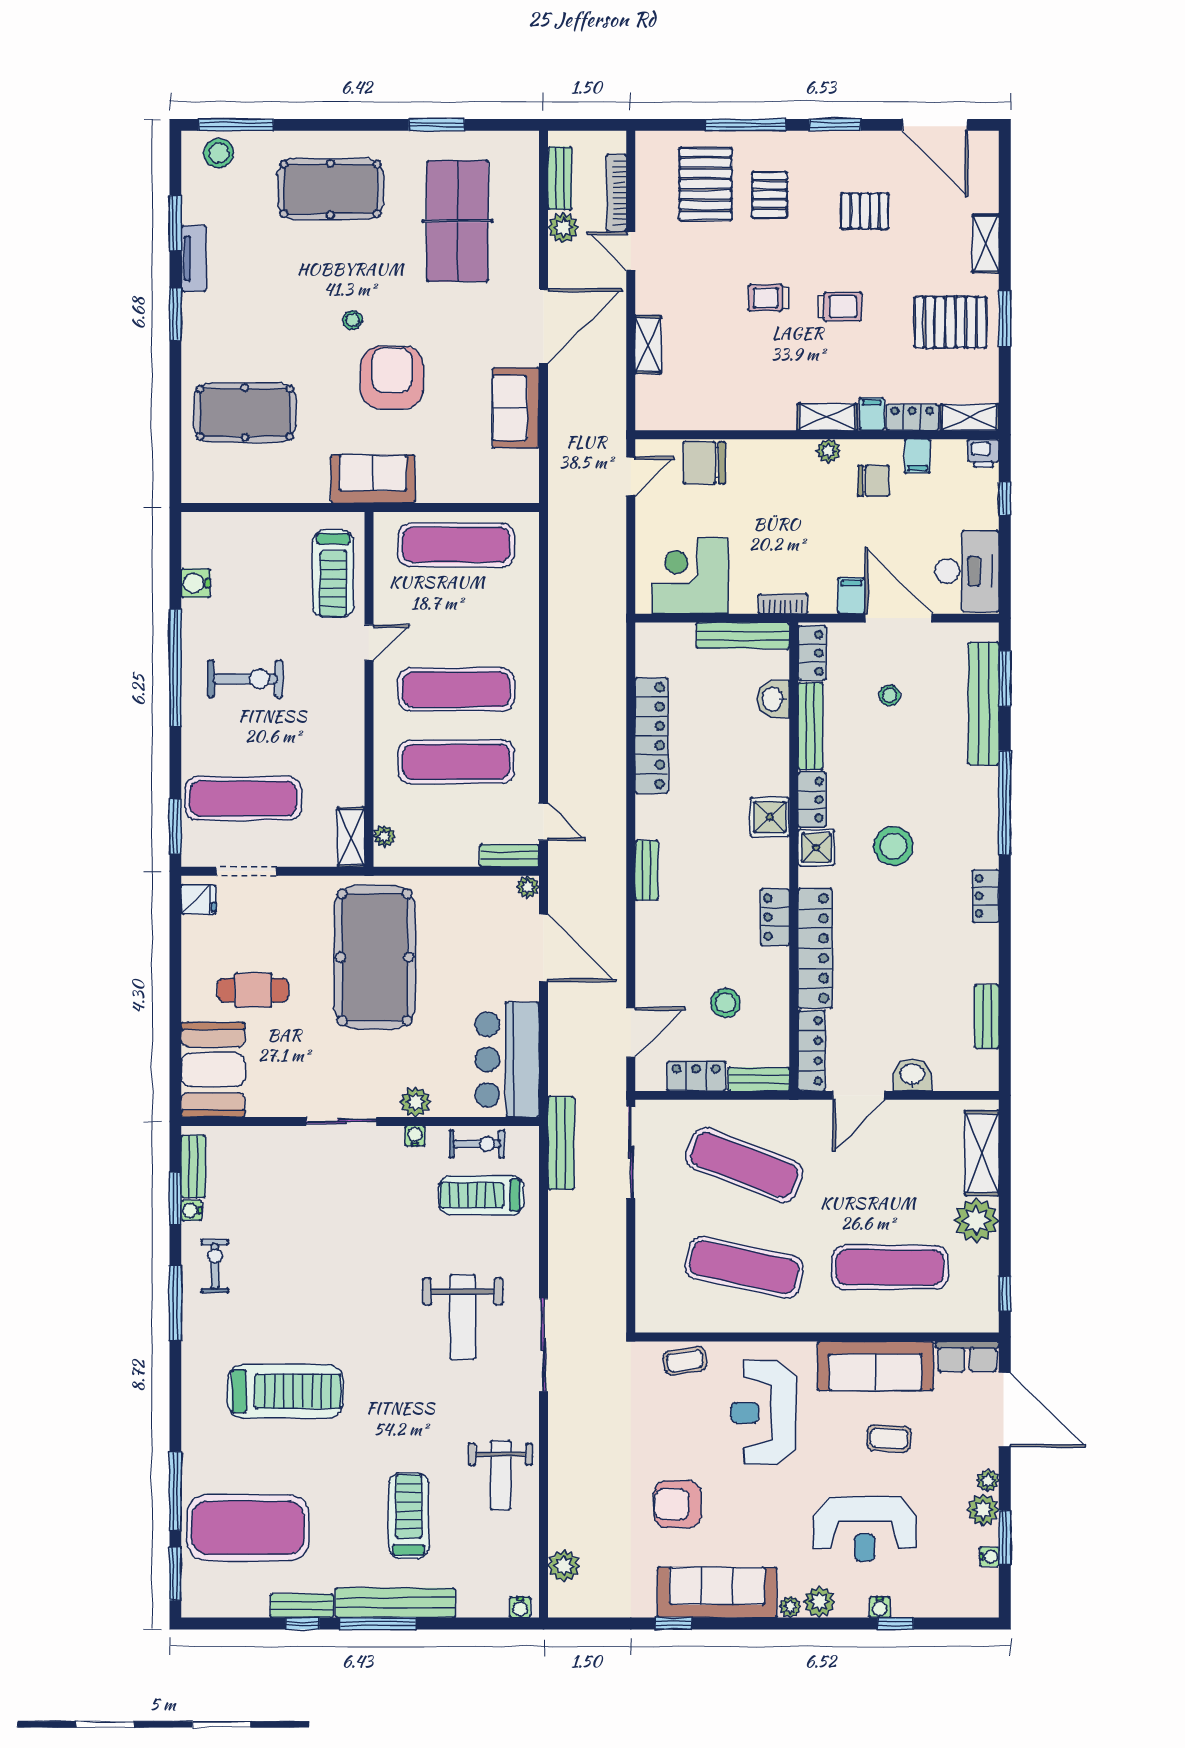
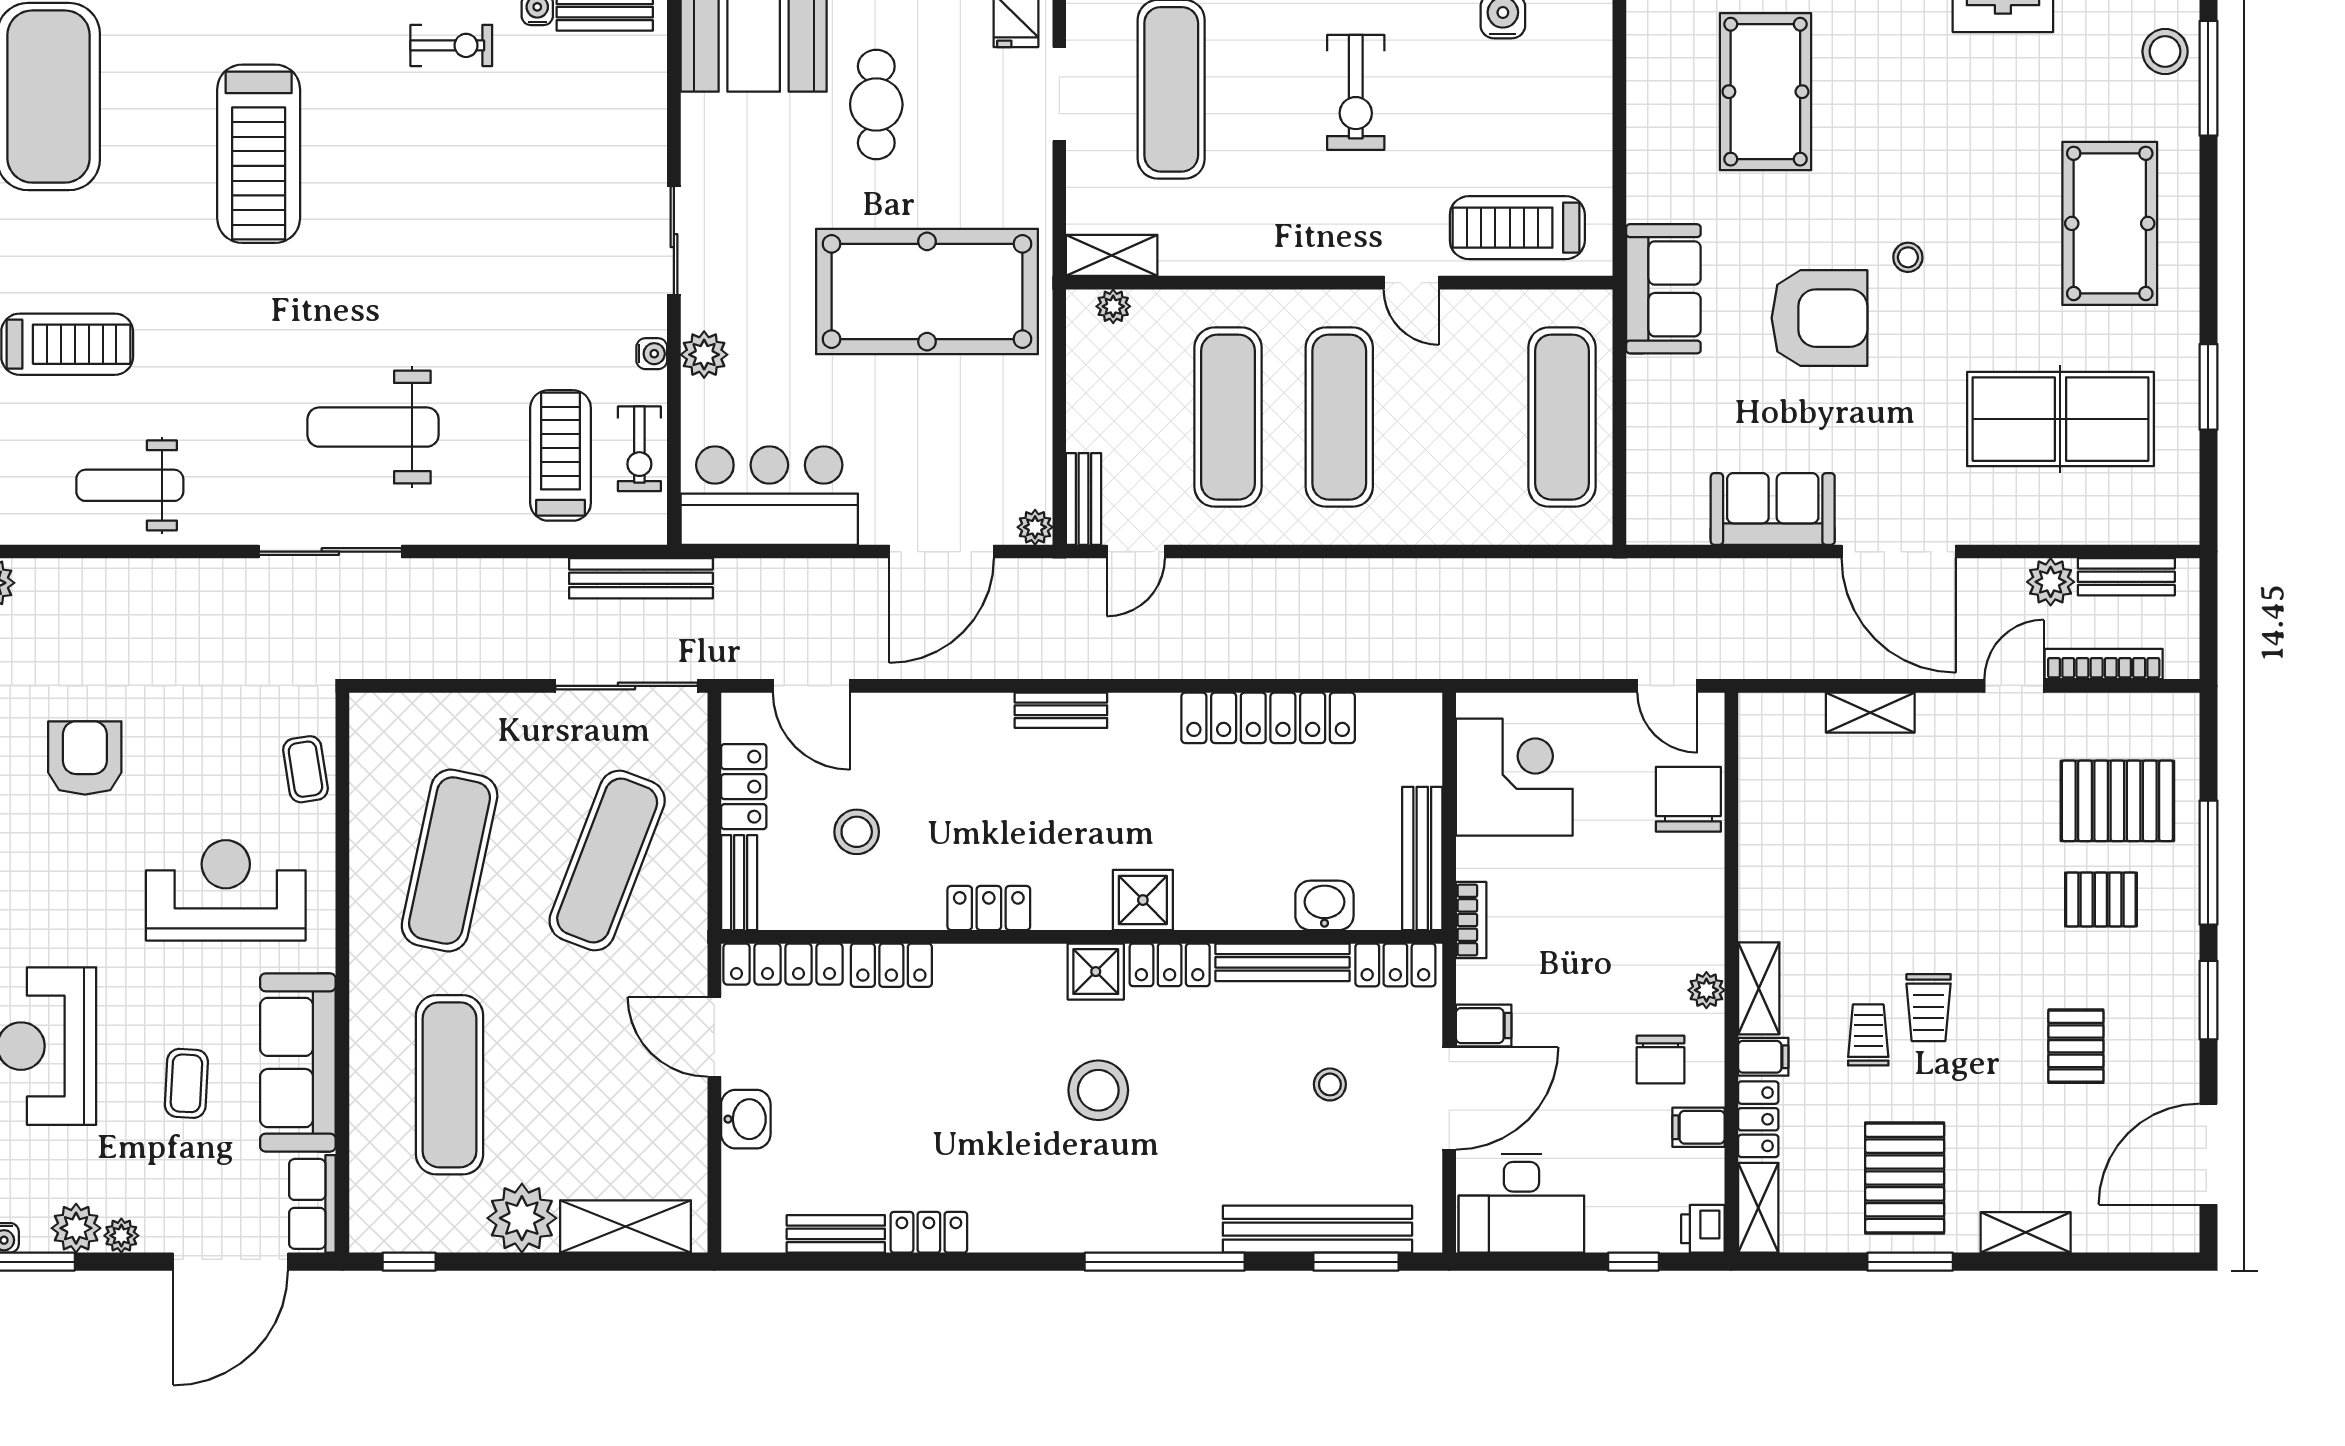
trolley: (768, 298) -> (1868, 1035), moved
locker: (986, 896) -> (929, 1232), moved
locker: (815, 948) -> (891, 965), width x0.46, depth x0.83

